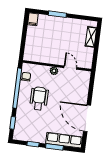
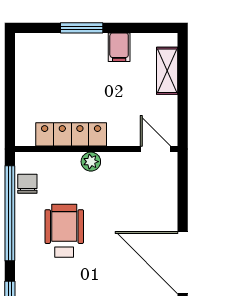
filing cabinet: (33, 19) -> (119, 47), moved
locker: (47, 58) -> (71, 134), added
door: (70, 68) -> (155, 149), moved

